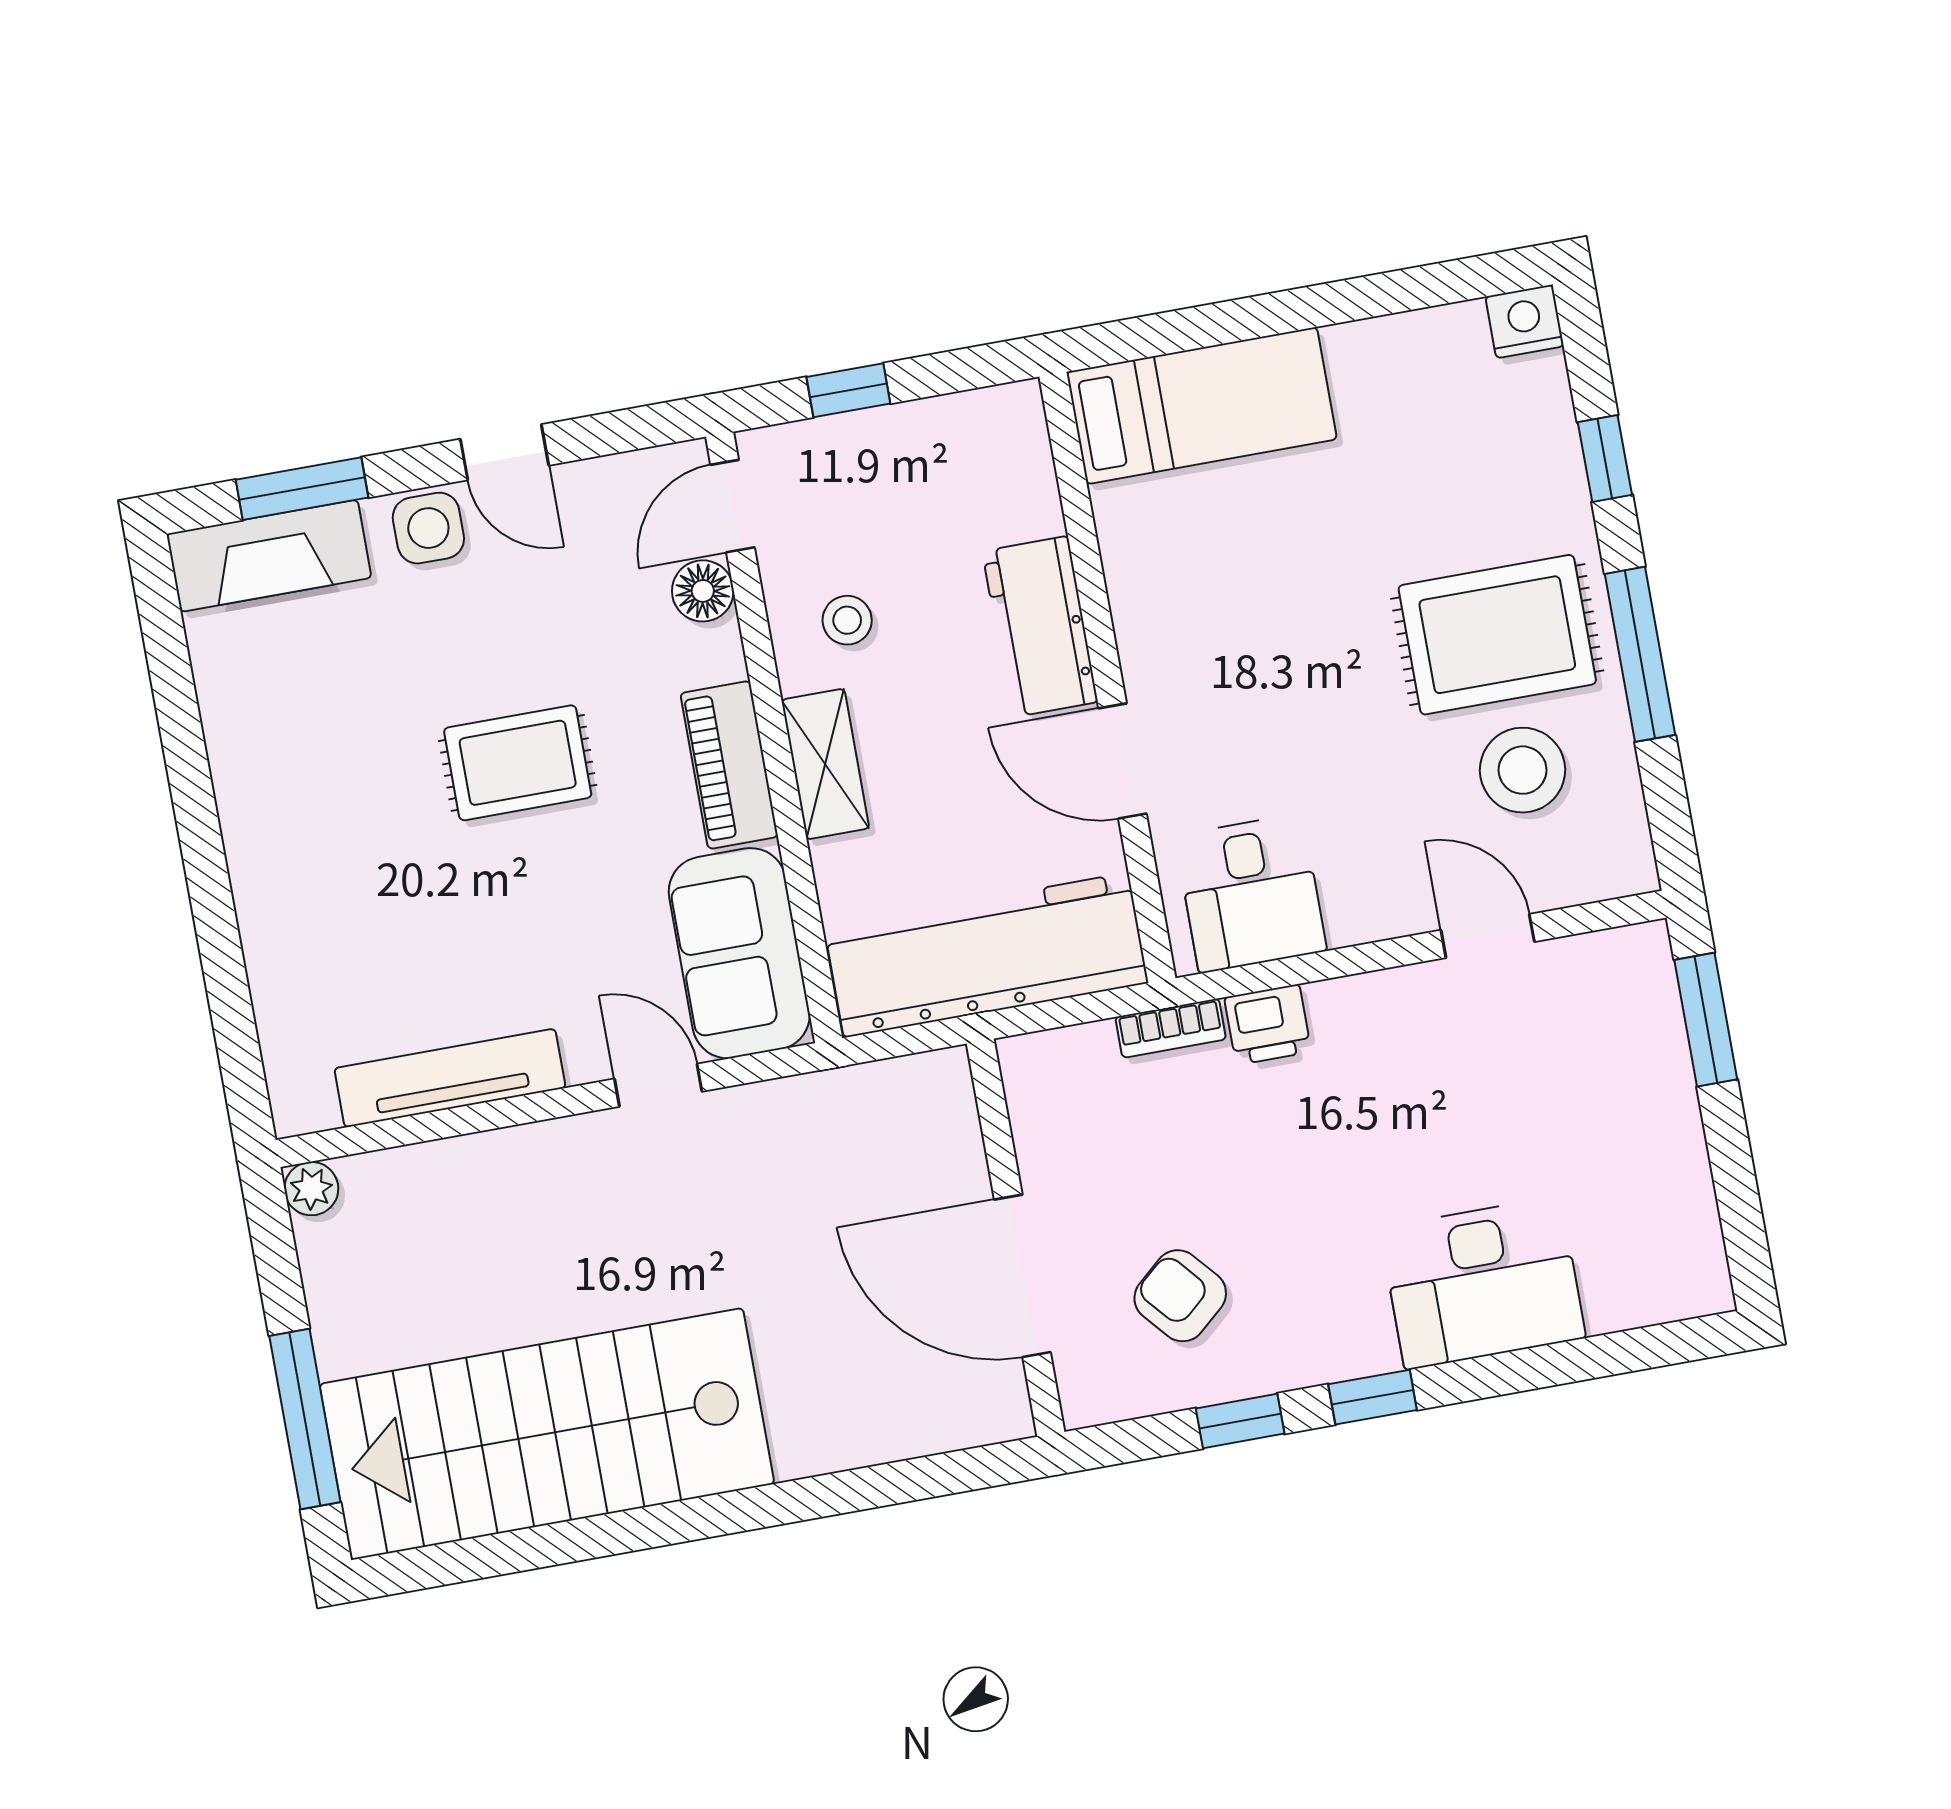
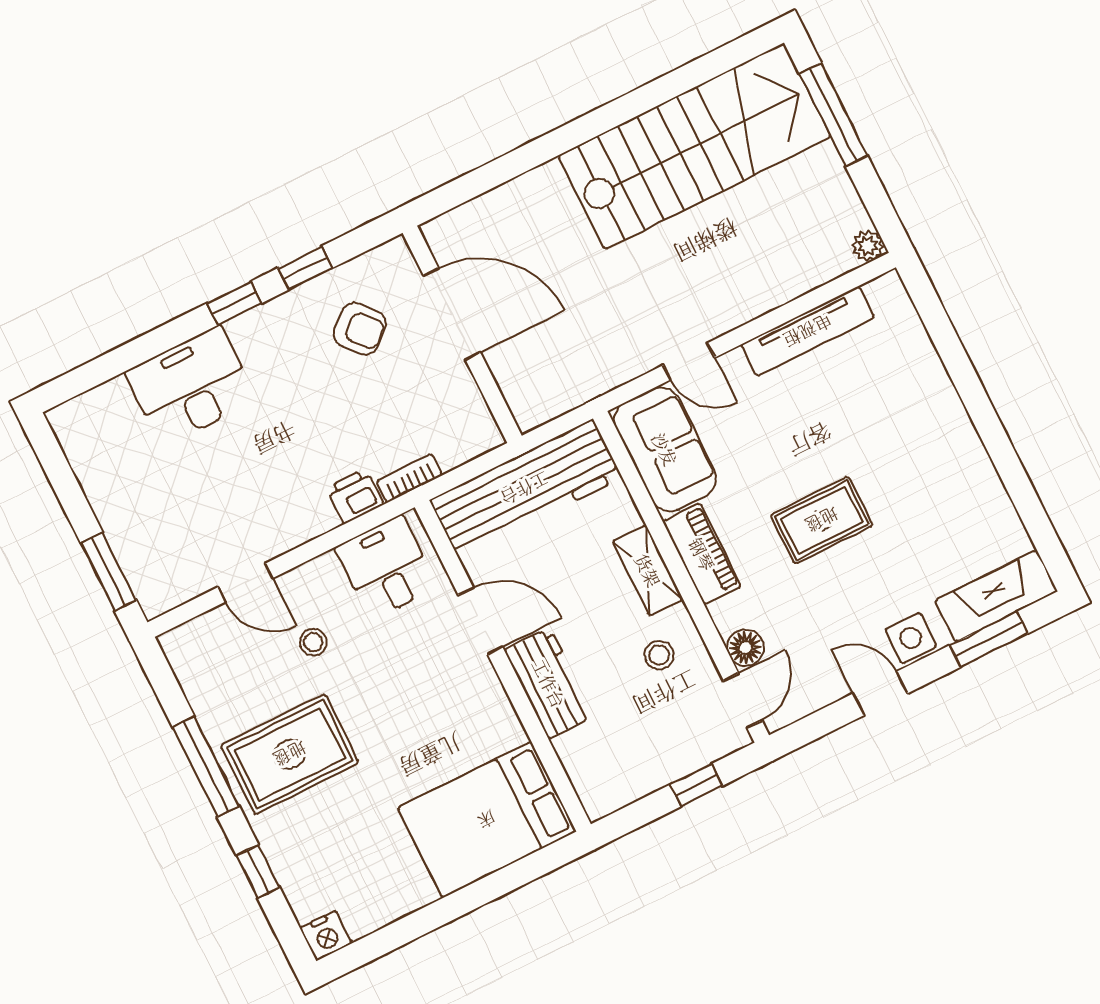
bed: (1202, 406) -> (487, 820), width x1.50
stool: (1523, 770) -> (313, 642), moved, width x0.53, depth x0.53

